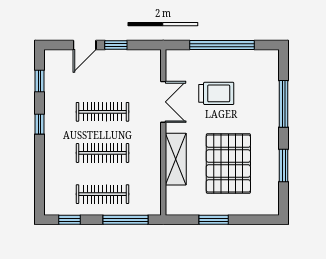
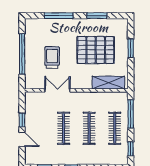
shelving: (176, 159) -> (108, 83), moved
window: (214, 220) -> (131, 48), moved

